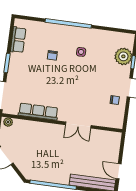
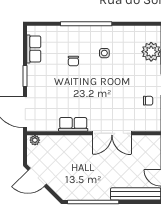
row of seats: (38, 112) -> (73, 124), width x0.68
double door: (78, 125) -> (112, 133), width x1.37

